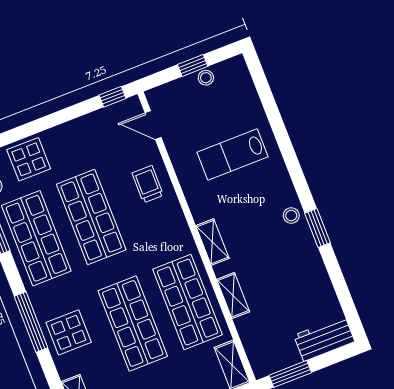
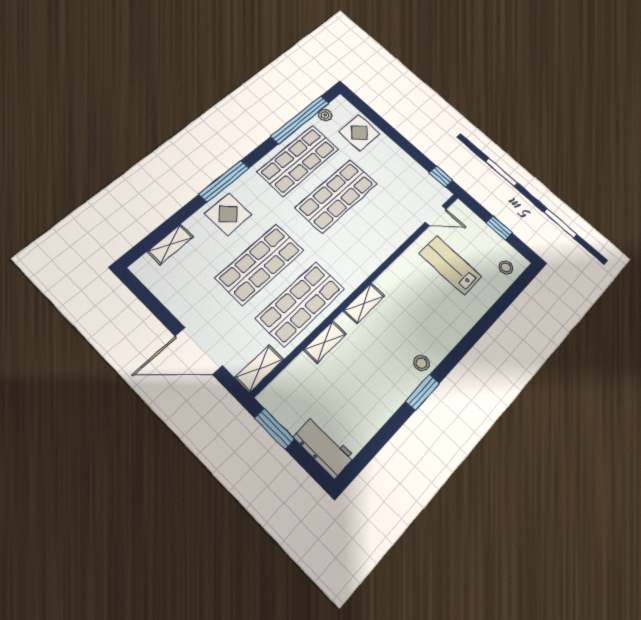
stool: (206, 78) -> (506, 267), moved
door: (153, 125) -> (436, 216), swing flipped
lab bench: (233, 155) -> (450, 265), moved
trolley: (148, 184) -> (386, 230), removed

